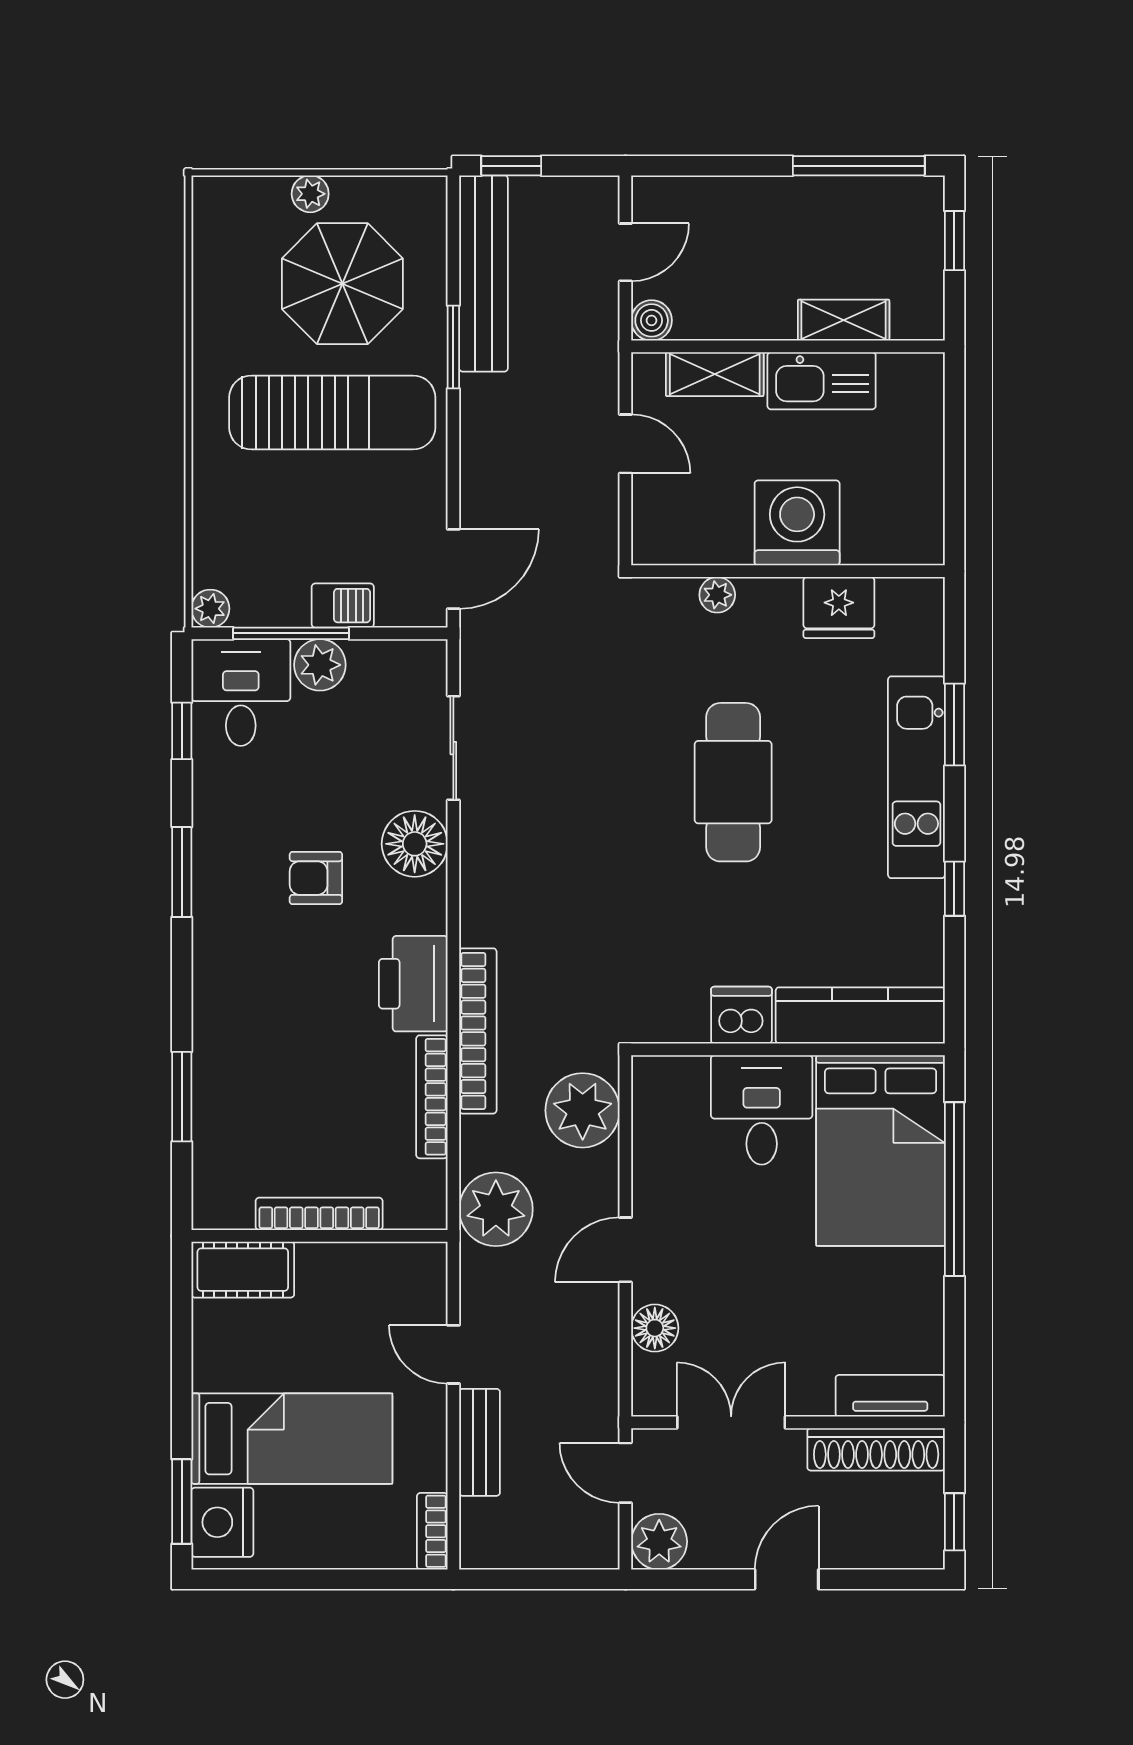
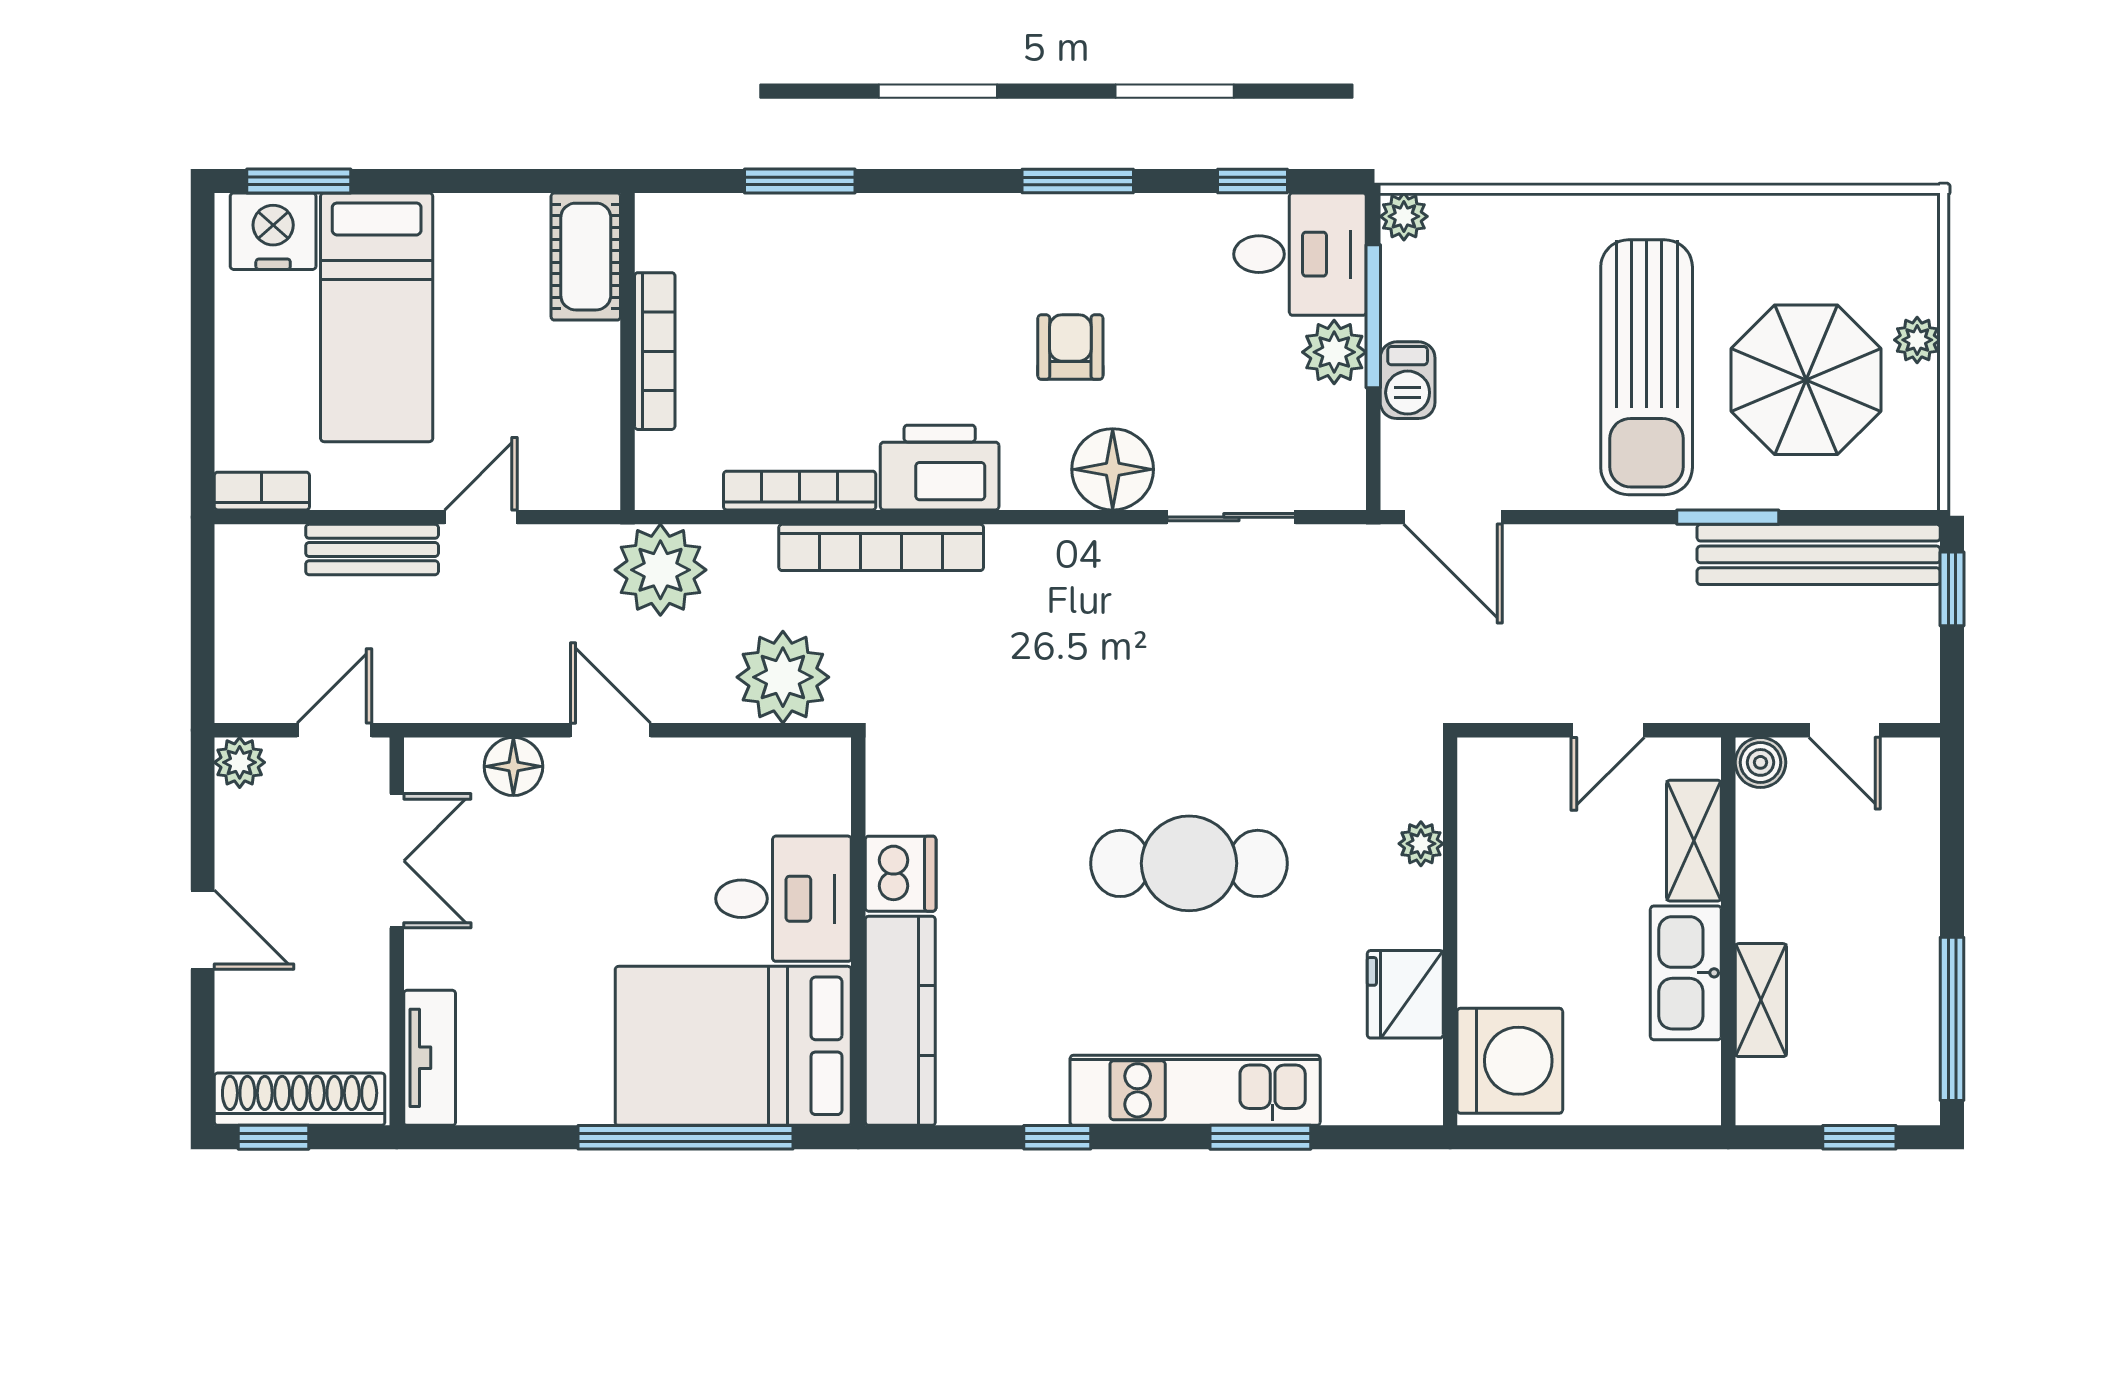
washing machine: (797, 523) -> (1510, 1061), moved
shoe rack: (876, 1449) -> (300, 1099), moved, turned 90
plant: (659, 1542) -> (240, 762), width x0.73, depth x0.73

